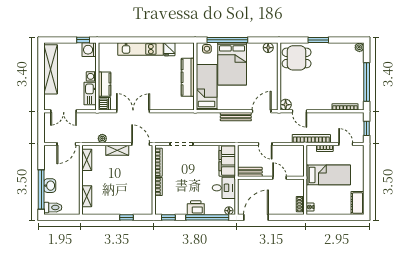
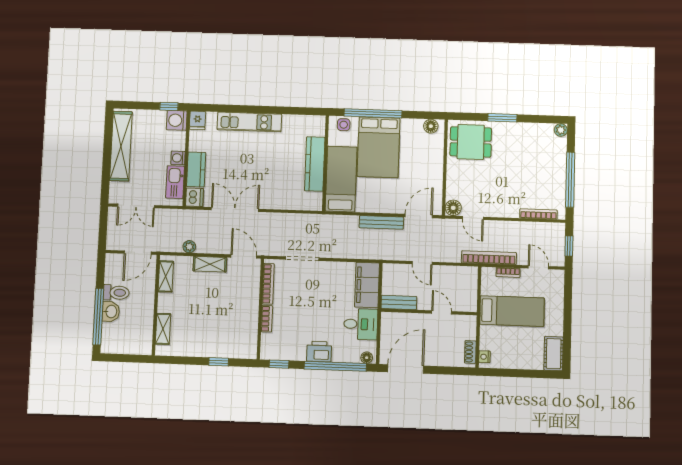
fridge: (169, 49) -> (197, 120), moved
toilet: (53, 207) -> (116, 293), moved

